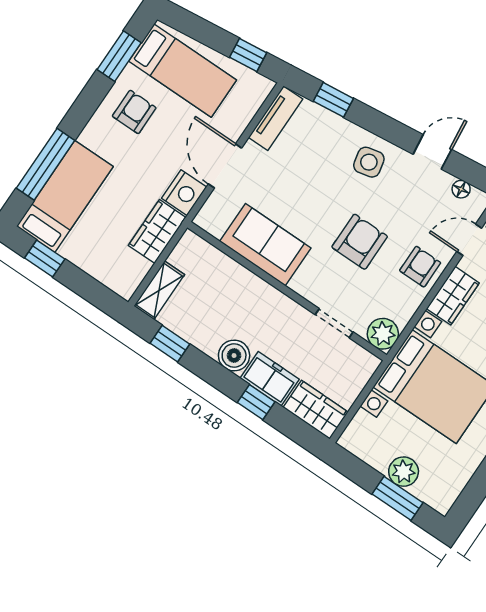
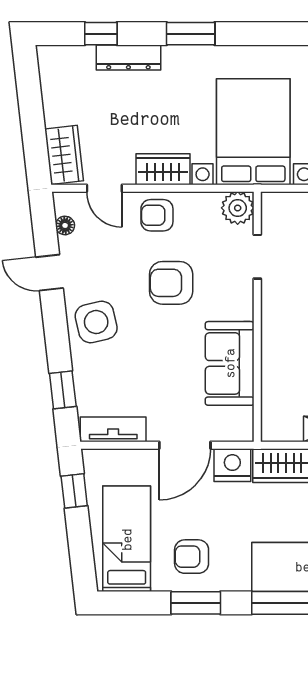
window: (119, 56) -> (196, 603), moved
side table: (369, 162) -> (96, 322), width x1.37, depth x1.37

